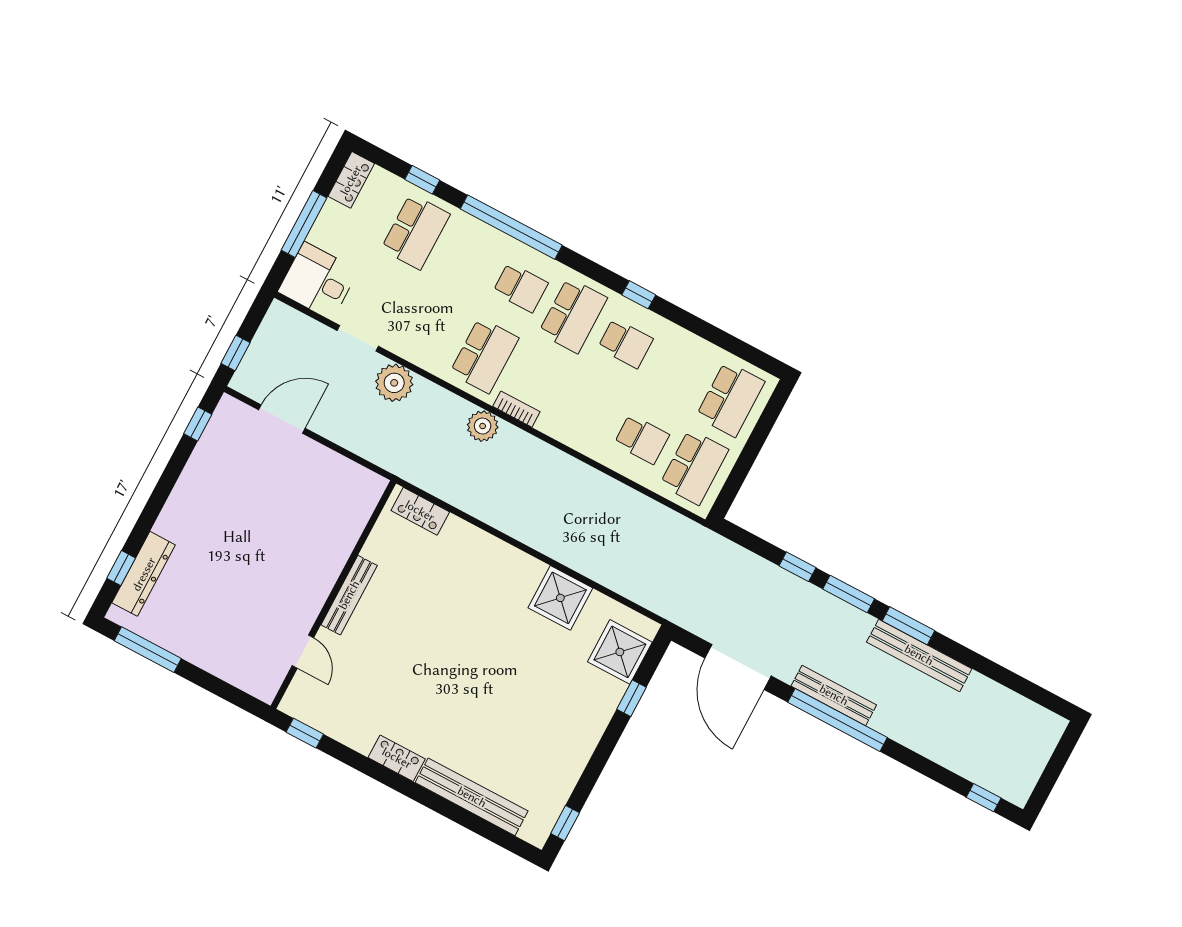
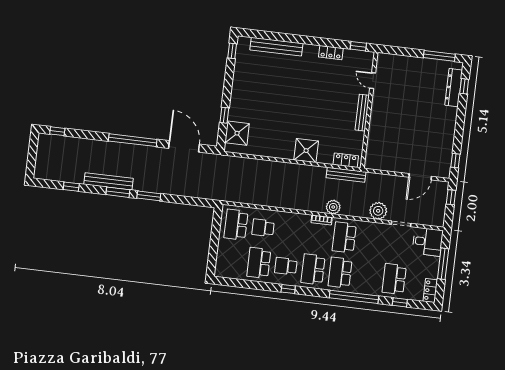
school desk: (520, 287) -> (340, 273), width x1.85
school desk: (730, 399) -> (259, 263), moved
window: (798, 567) -> (71, 187), moved
shower: (560, 598) -> (306, 151), moved
bench: (834, 695) -> (346, 175), moved
locker: (397, 758) -> (331, 53), moved

